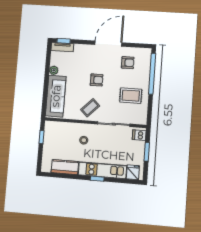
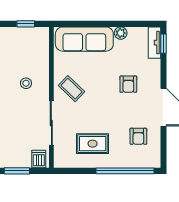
armchair: (97, 80) -> (128, 84), moved
rug: (131, 96) -> (93, 144), turned 90

